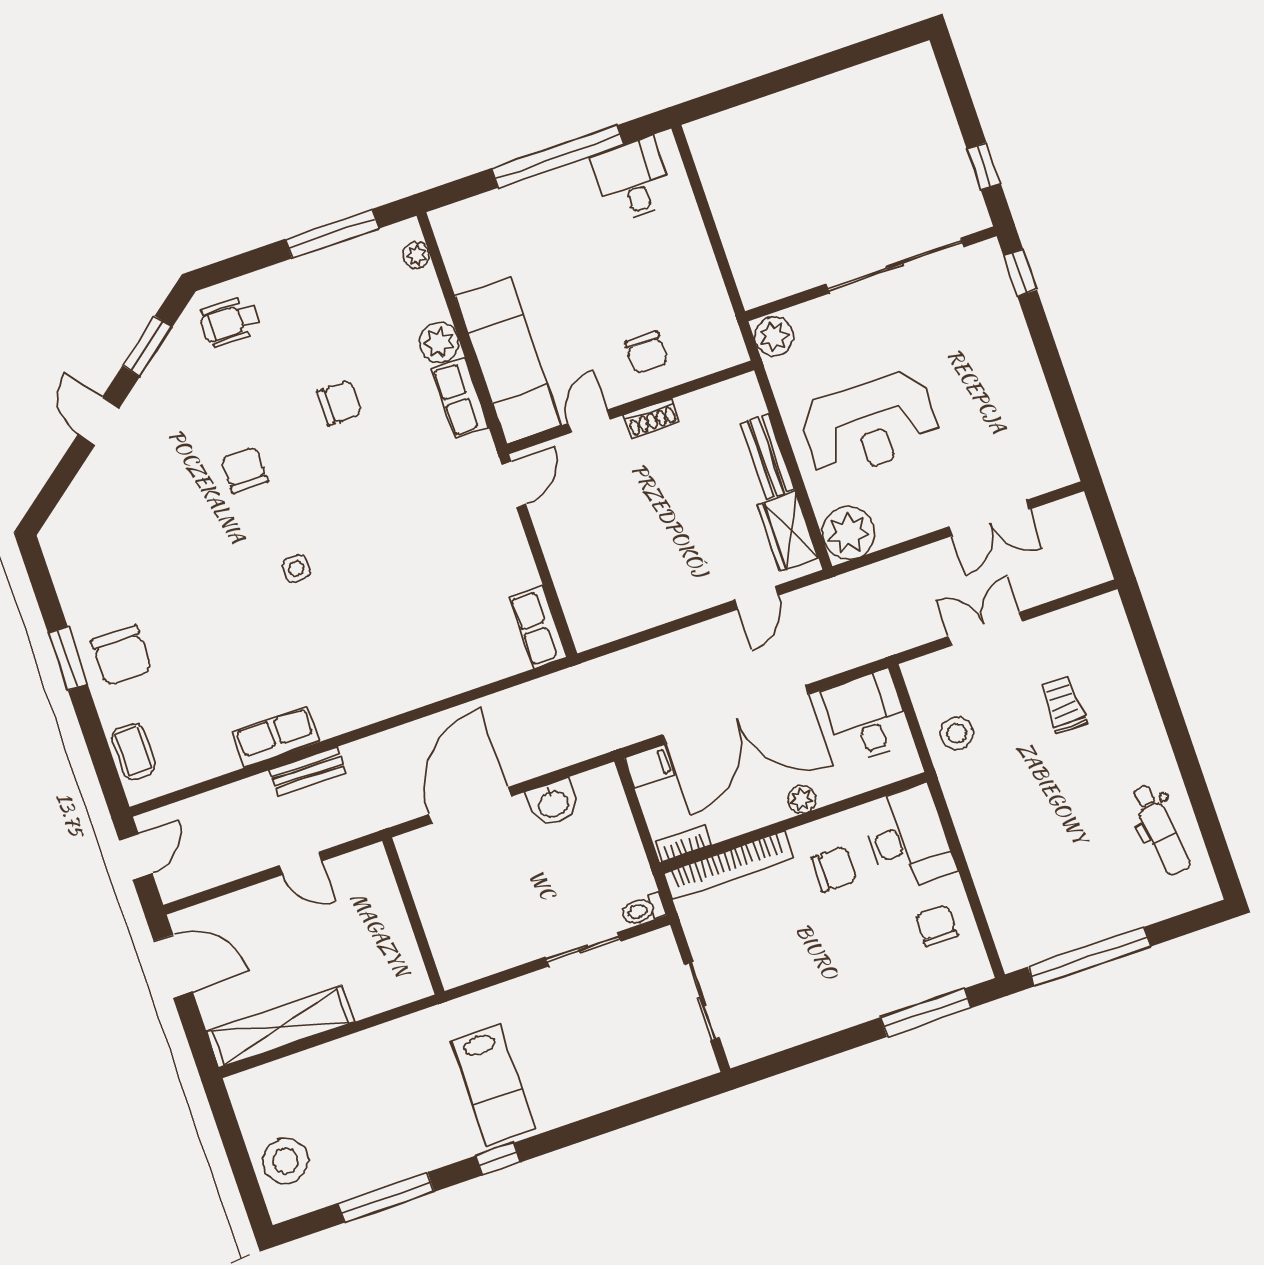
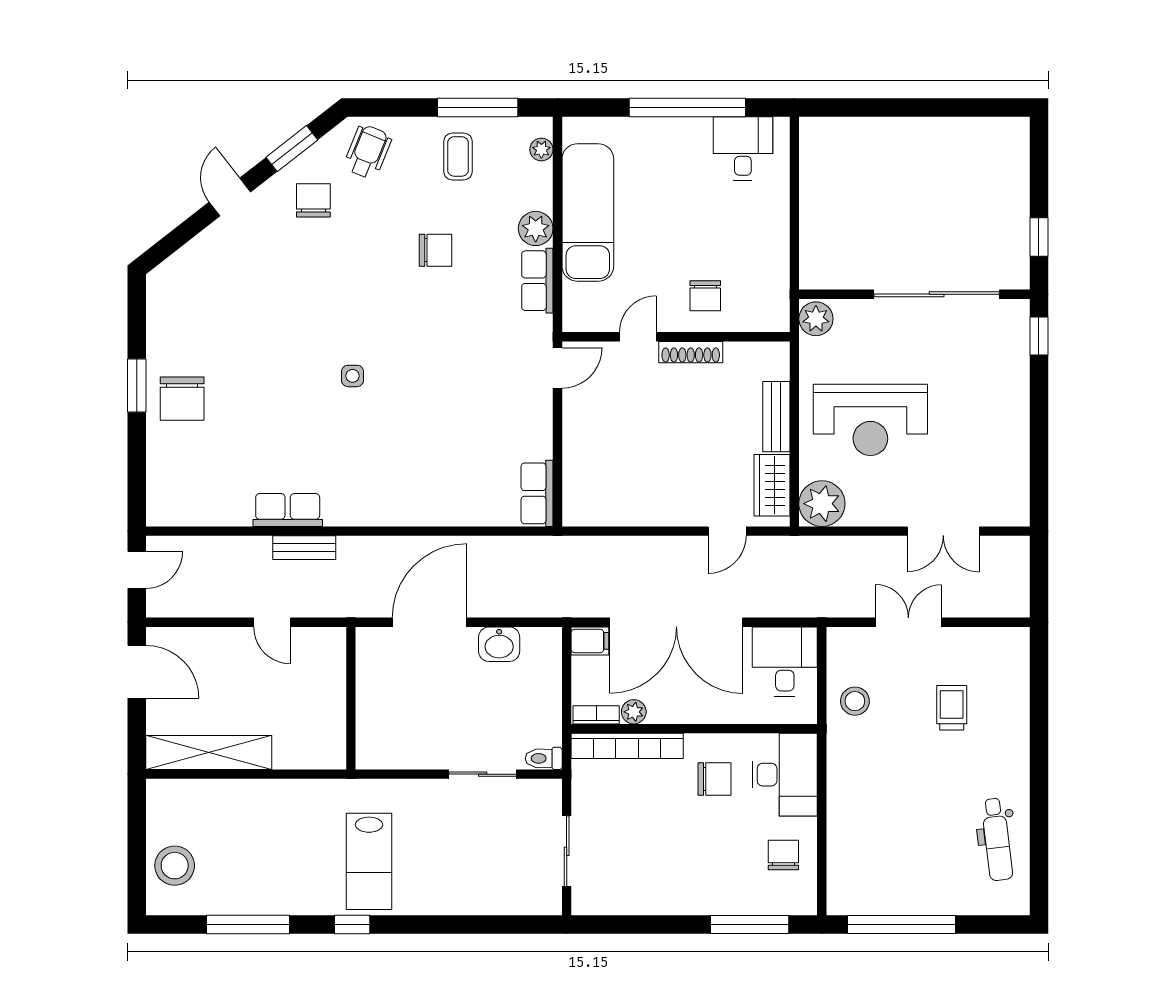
wheelchair: (230, 322) -> (368, 152), turned 112
exam couch: (508, 361) -> (588, 212), moved
shoe rack: (651, 418) -> (691, 352), width x1.43
chair: (244, 470) -> (313, 200), moved
coffee table: (134, 751) -> (458, 156), moved
plant: (802, 799) -> (634, 712), moved

